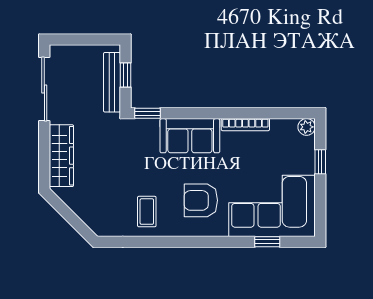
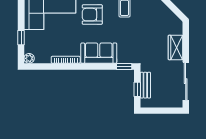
bench: (112, 82) -> (145, 85), width x0.73
wardrobe: (61, 156) -> (175, 47), width x0.67
armchair: (201, 200) -> (92, 15), turned 180

